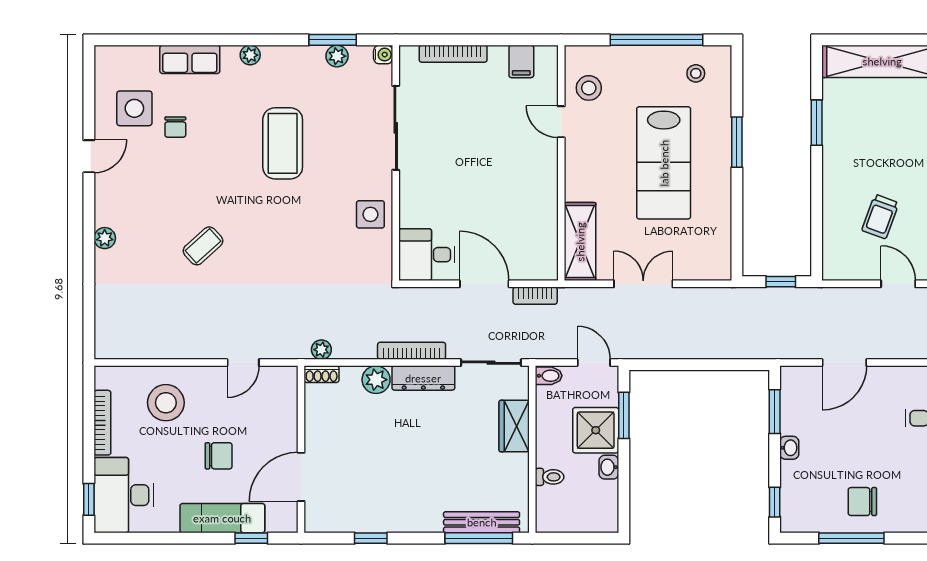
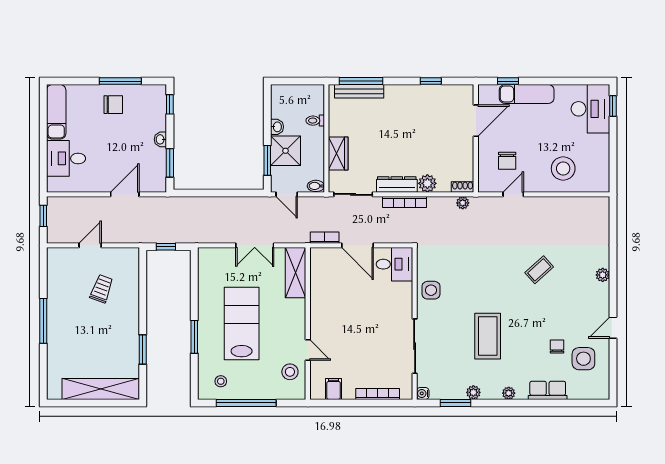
plant: (337, 56) -> (473, 392), moved
door: (898, 284) -> (90, 245), swing flipped
bookcase: (102, 423) -> (604, 156), removed
chair: (219, 456) -> (507, 161), moved, turned -90

